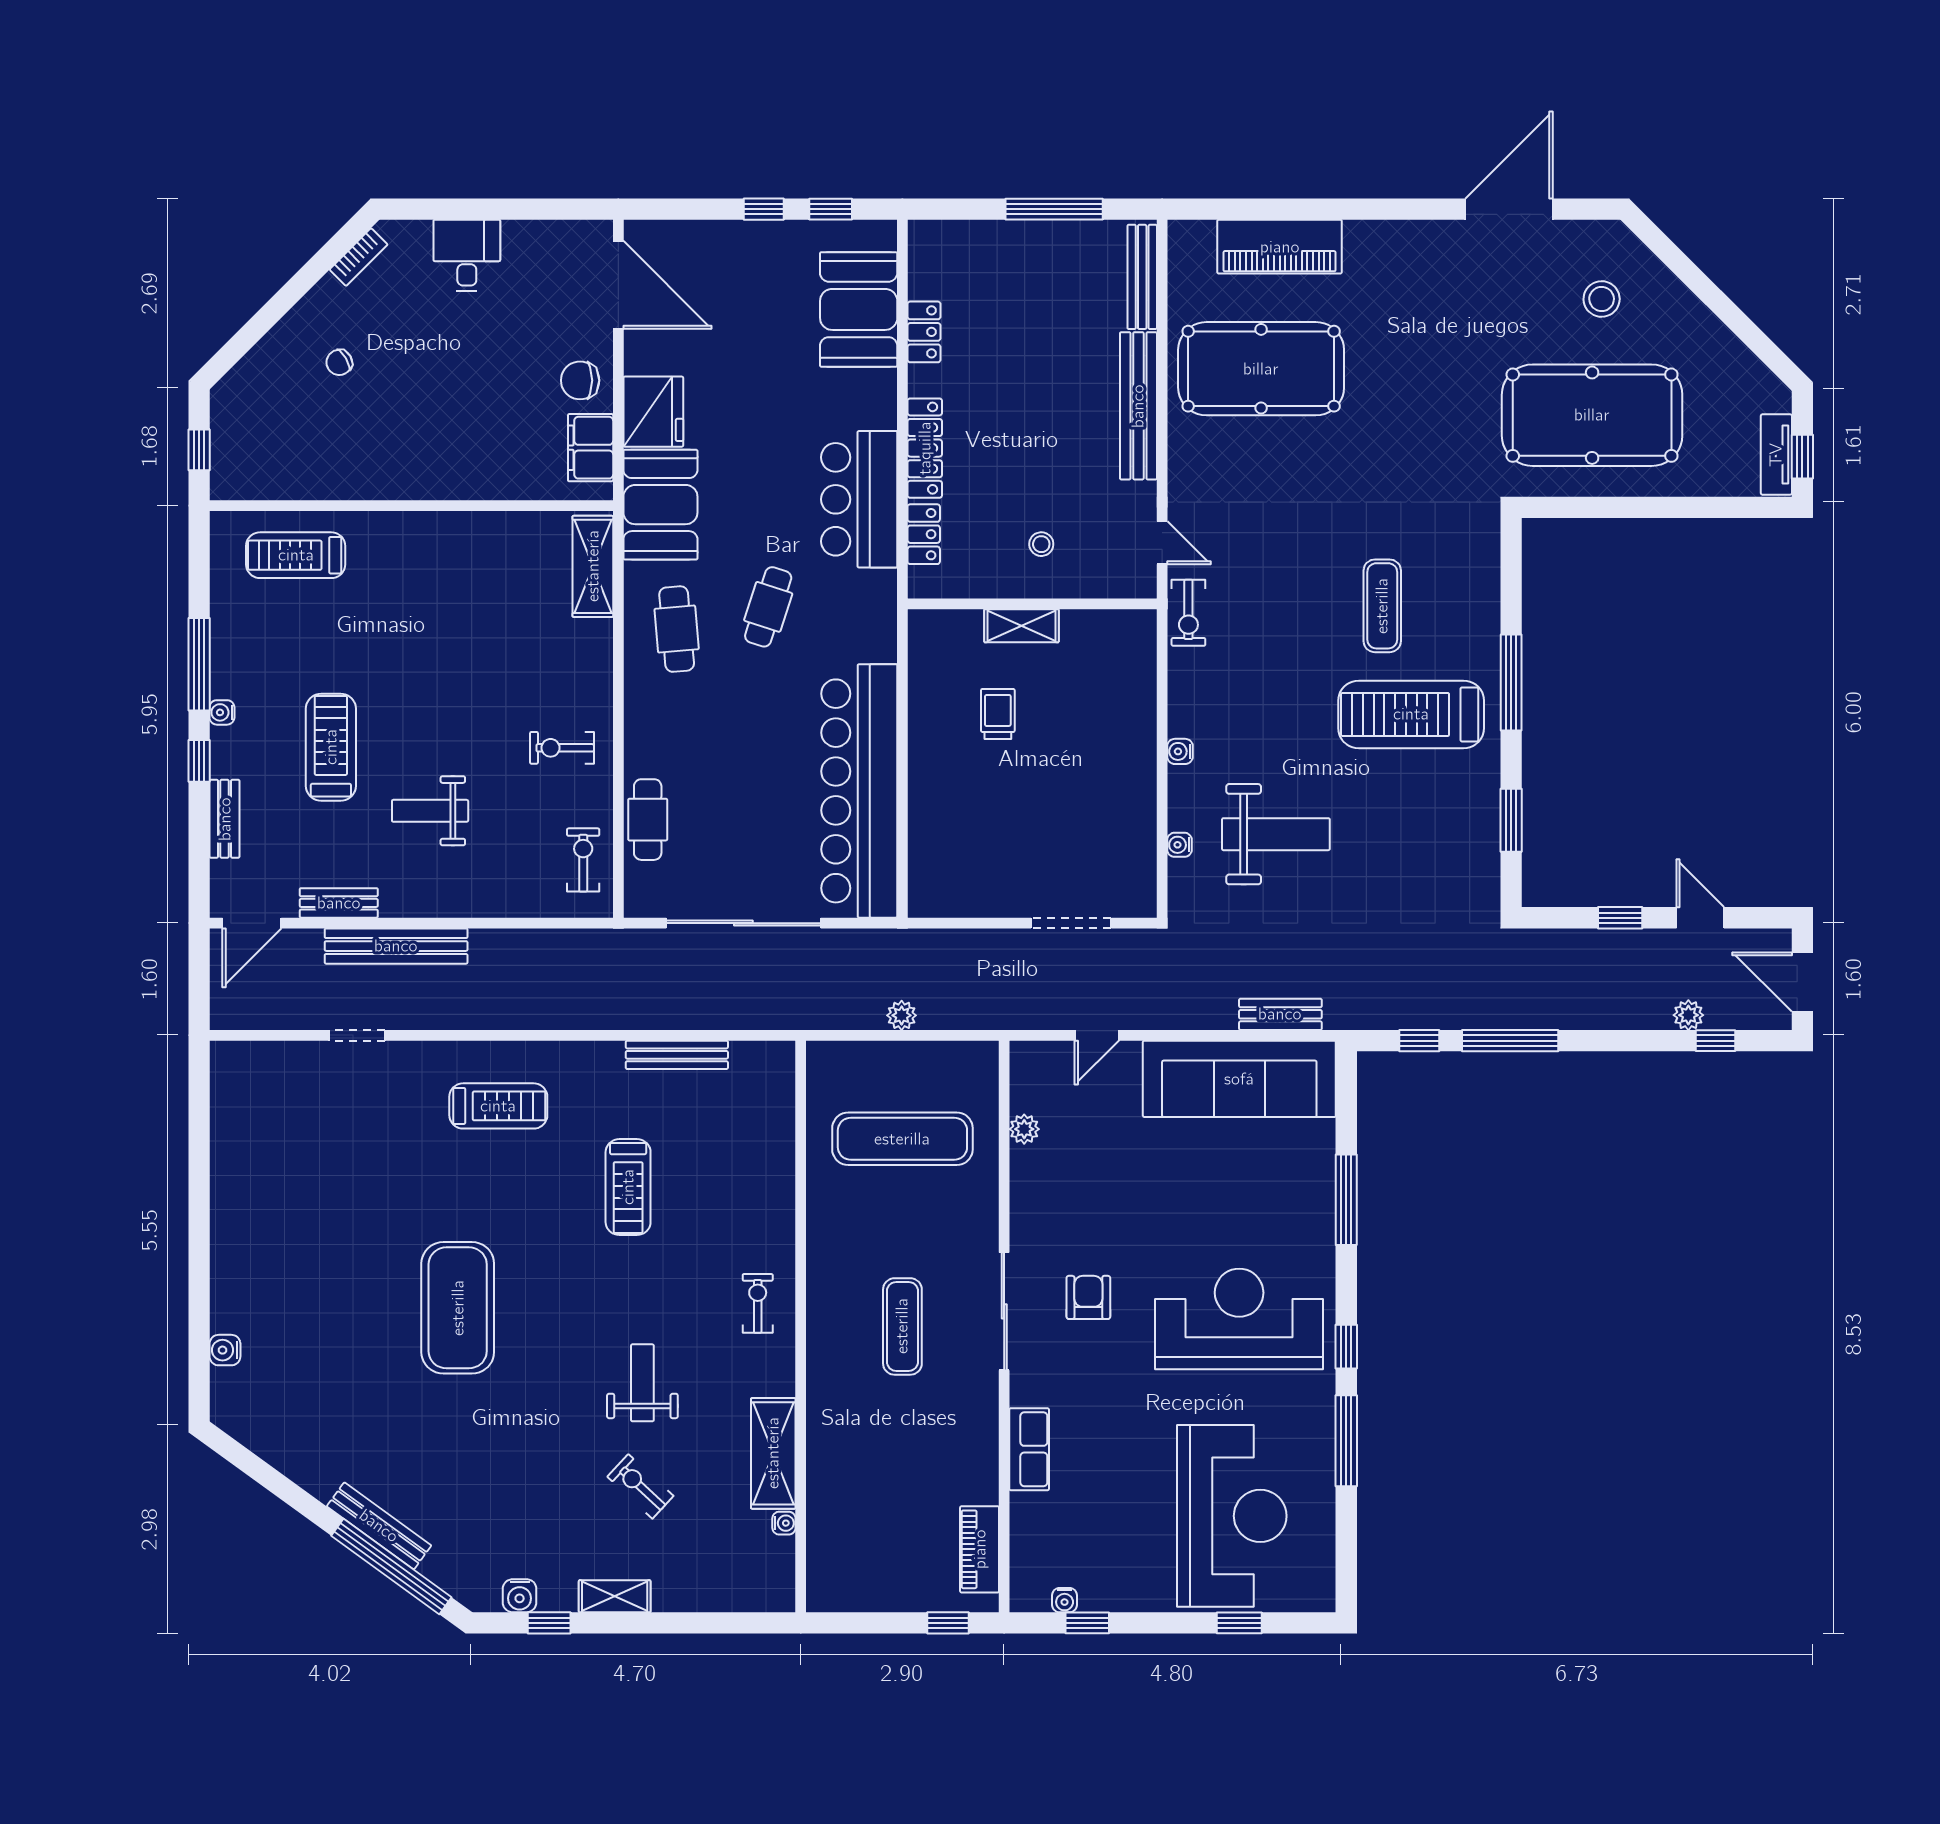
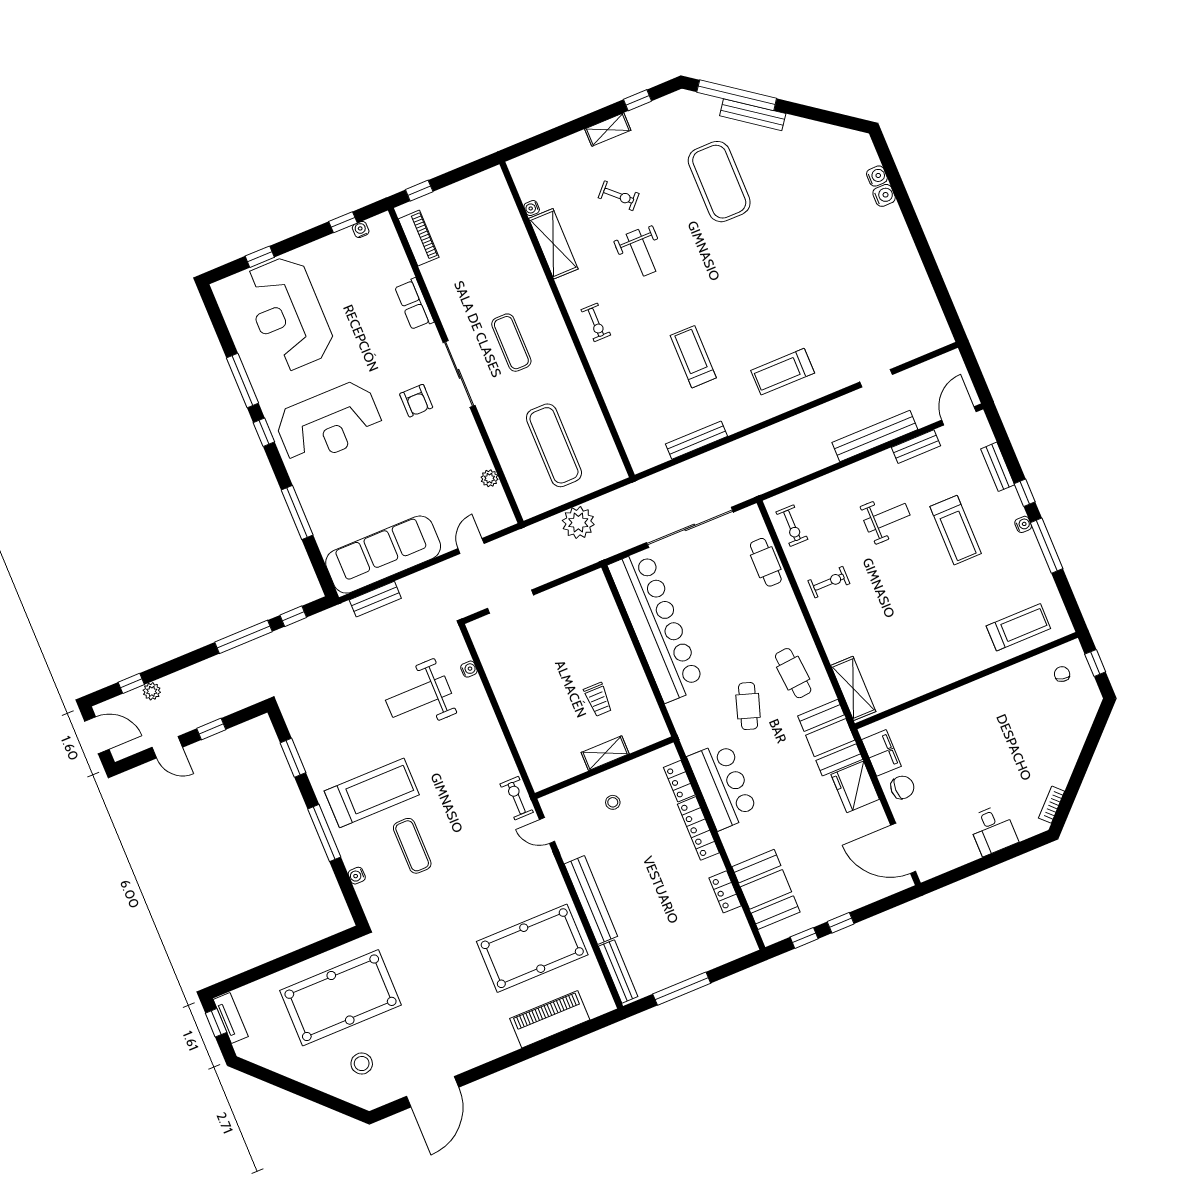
chair: (339, 362) -> (1062, 674), moved, turned -45
water cooler: (1180, 751) -> (357, 876), moved, turned 180
plant: (902, 1015) -> (578, 523), width x1.88, depth x1.88
exercise mat: (902, 1139) -> (554, 445), turned 90
exercise mat: (458, 1308) -> (719, 182), moved
water cooler: (520, 1596) -> (884, 195), moved, turned 90

